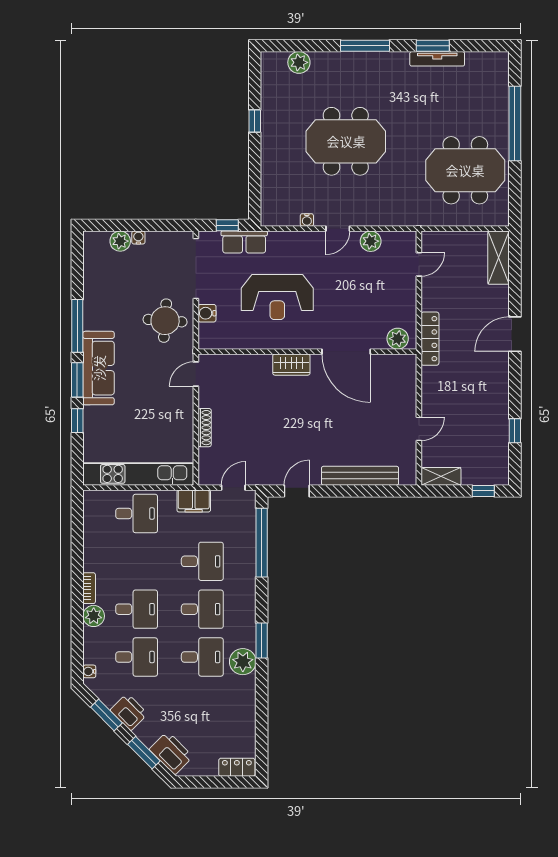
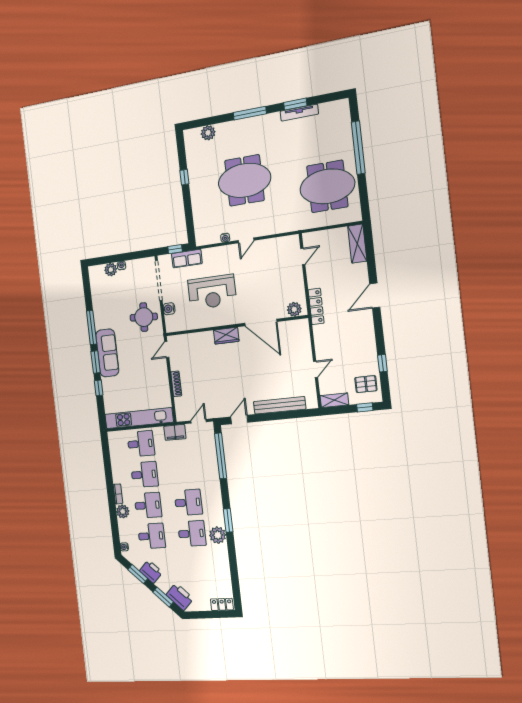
plant: (371, 241) -> (269, 246), removed
pallet: (489, 458) -> (366, 384), added
desk: (202, 561) -> (144, 475), moved

